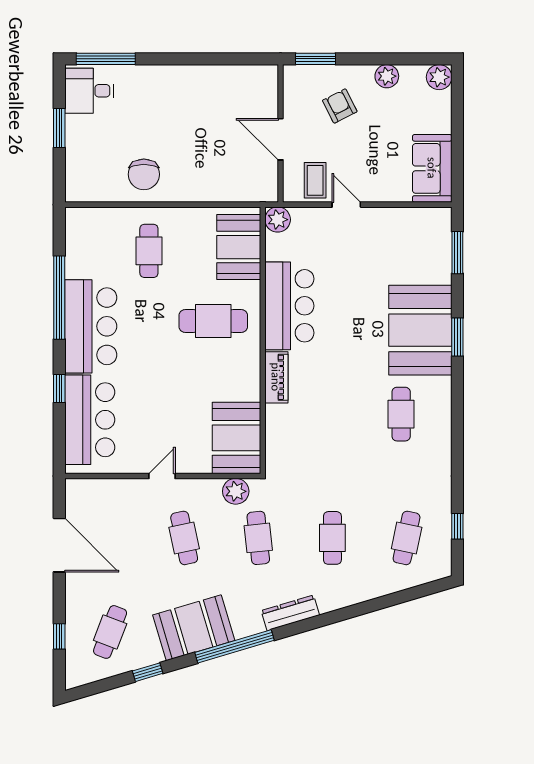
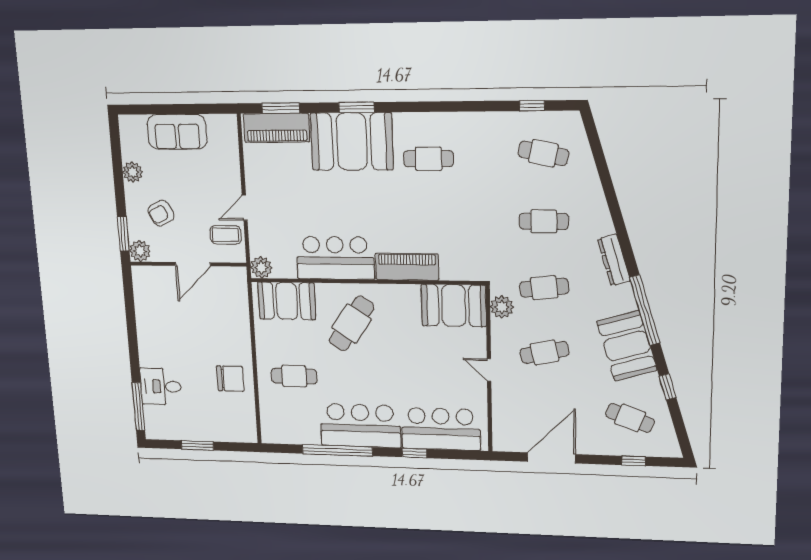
plant: (439, 77) -> (140, 251), moved
desk: (89, 91) -> (161, 386), moved, turned 90
sofa: (432, 168) -> (177, 132), moved
piano: (436, 247) -> (277, 128), added
cafe table: (213, 321) -> (352, 324), turned 34
piano: (276, 377) -> (407, 267), width x1.37, depth x1.33

